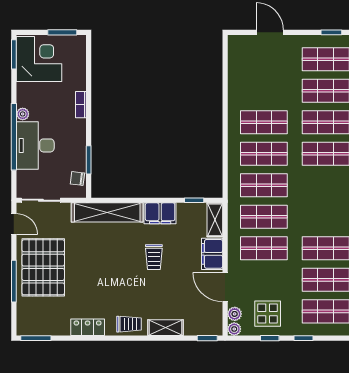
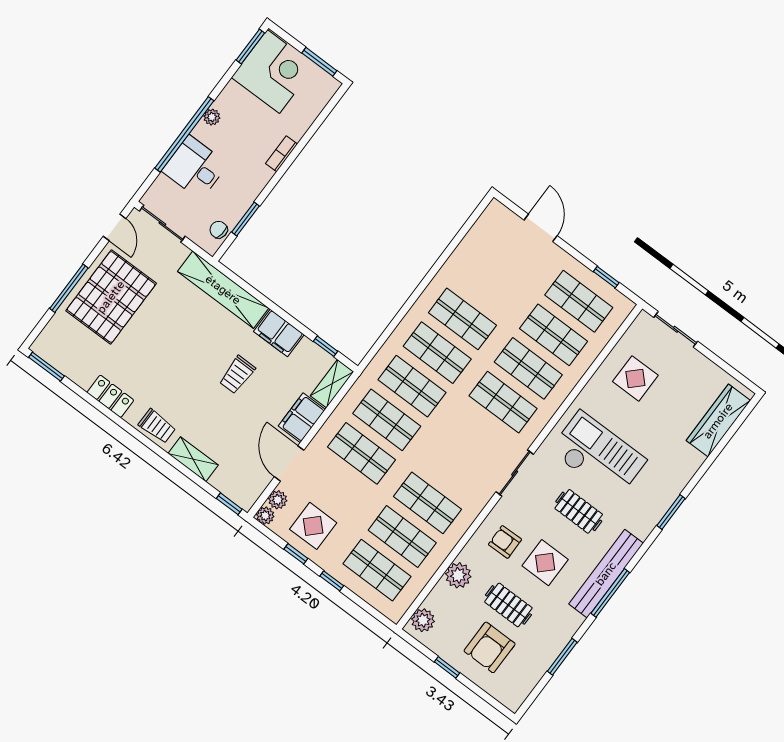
desk: (35, 145) -> (195, 168), width x0.73

